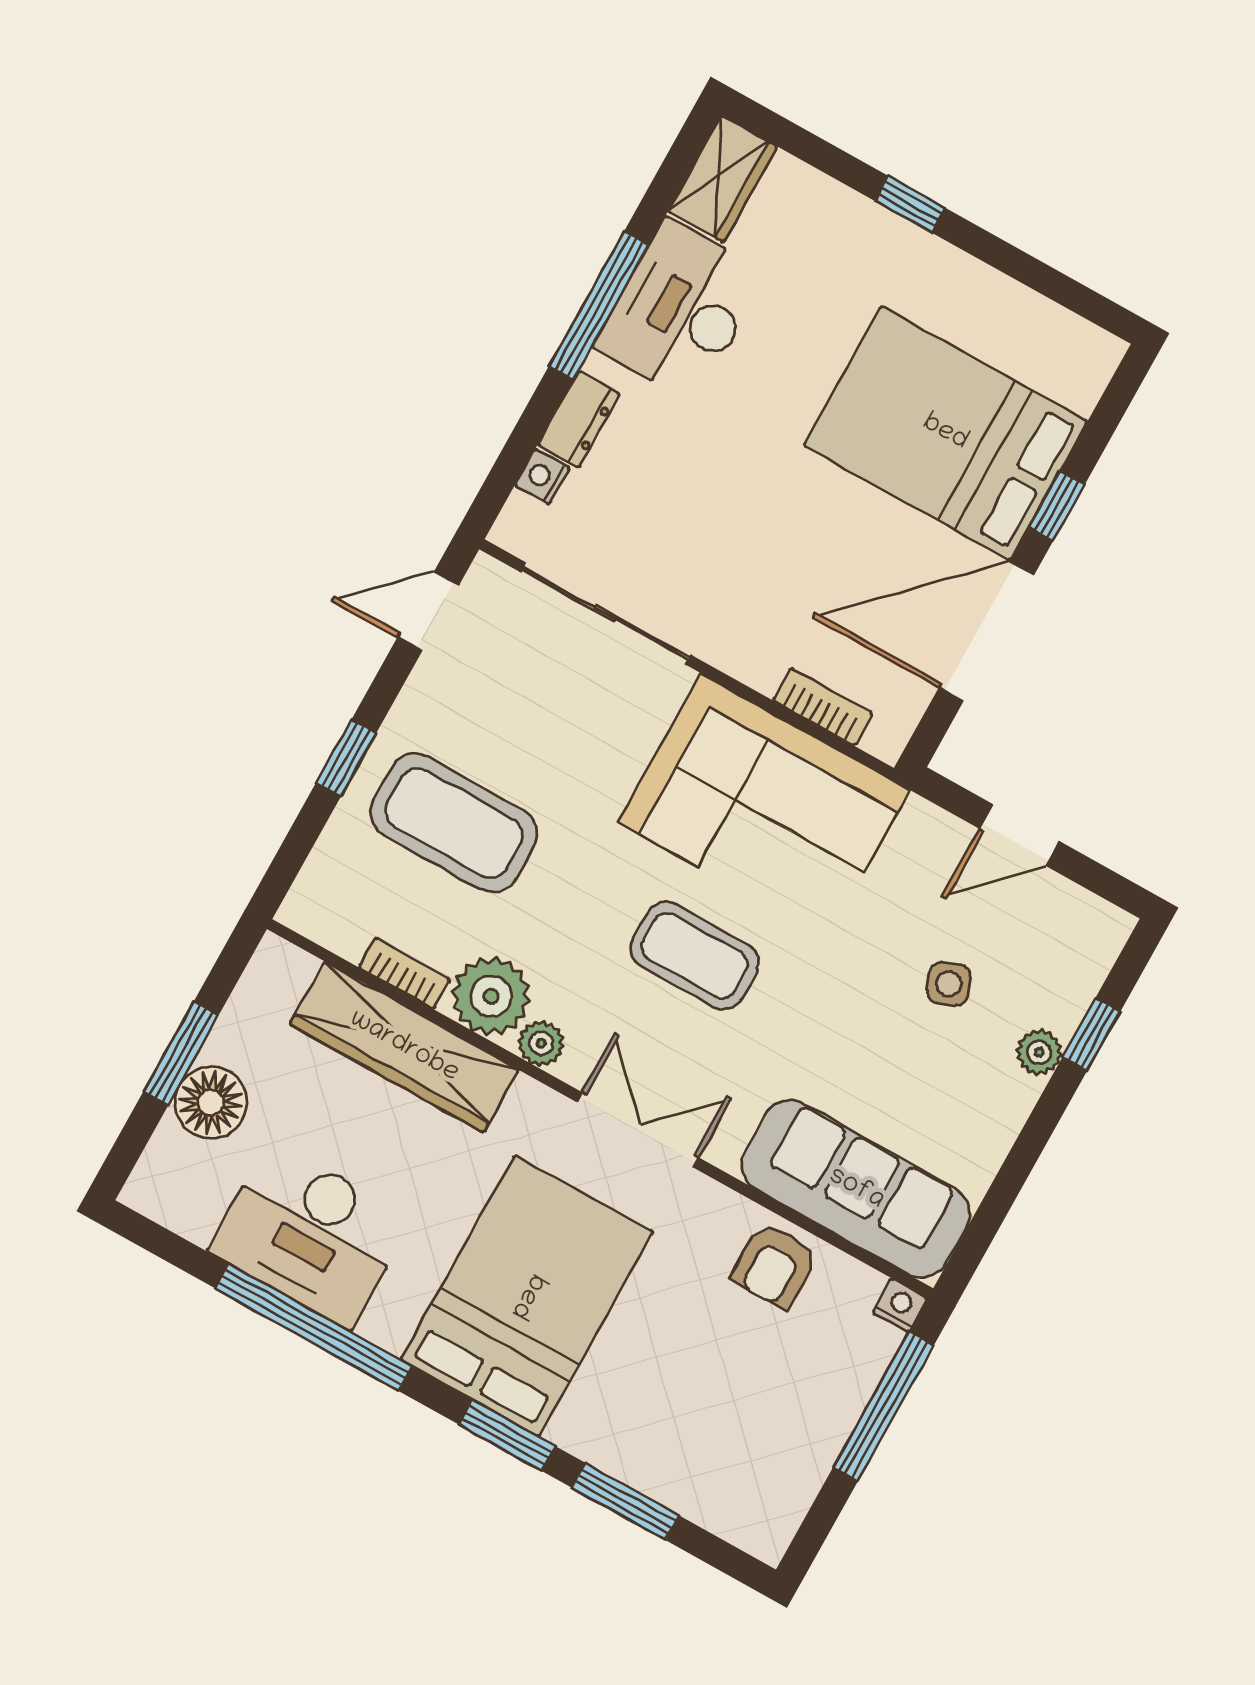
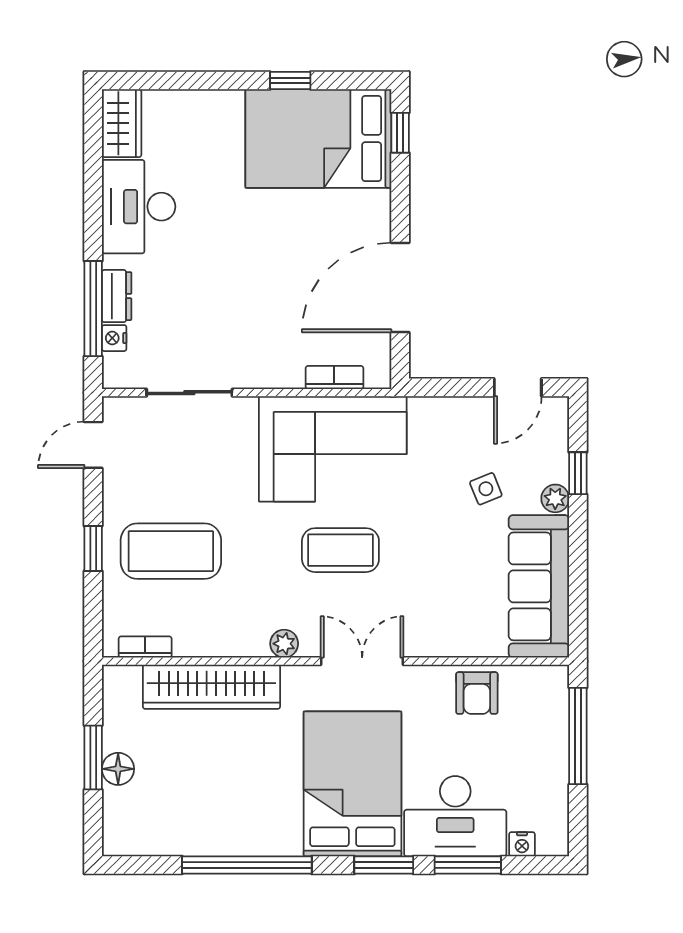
window: (910, 204) -> (290, 81), moved
window: (599, 306) -> (93, 309), moved
bed: (945, 433) -> (318, 139), moved
window: (1057, 506) -> (400, 133), moved
sliding door: (605, 613) -> (189, 393), width x0.73
door: (1020, 835) -> (518, 387), moved
bookcase: (404, 973) -> (145, 647), moved
plant: (491, 996) -> (243, 633), removed
floor lamp: (211, 1103) -> (118, 769), width x0.73, depth x0.73
sofa: (856, 1189) -> (539, 586), moved, turned -90
desk: (310, 1235) -> (455, 816), moved
nightstand: (900, 1305) -> (522, 844), moved, turned 180

